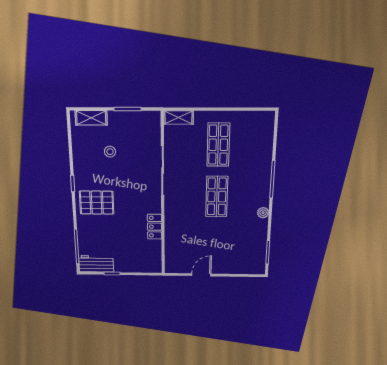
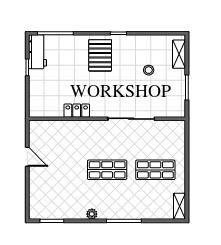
shelving: (178, 117) -> (180, 206), moved

